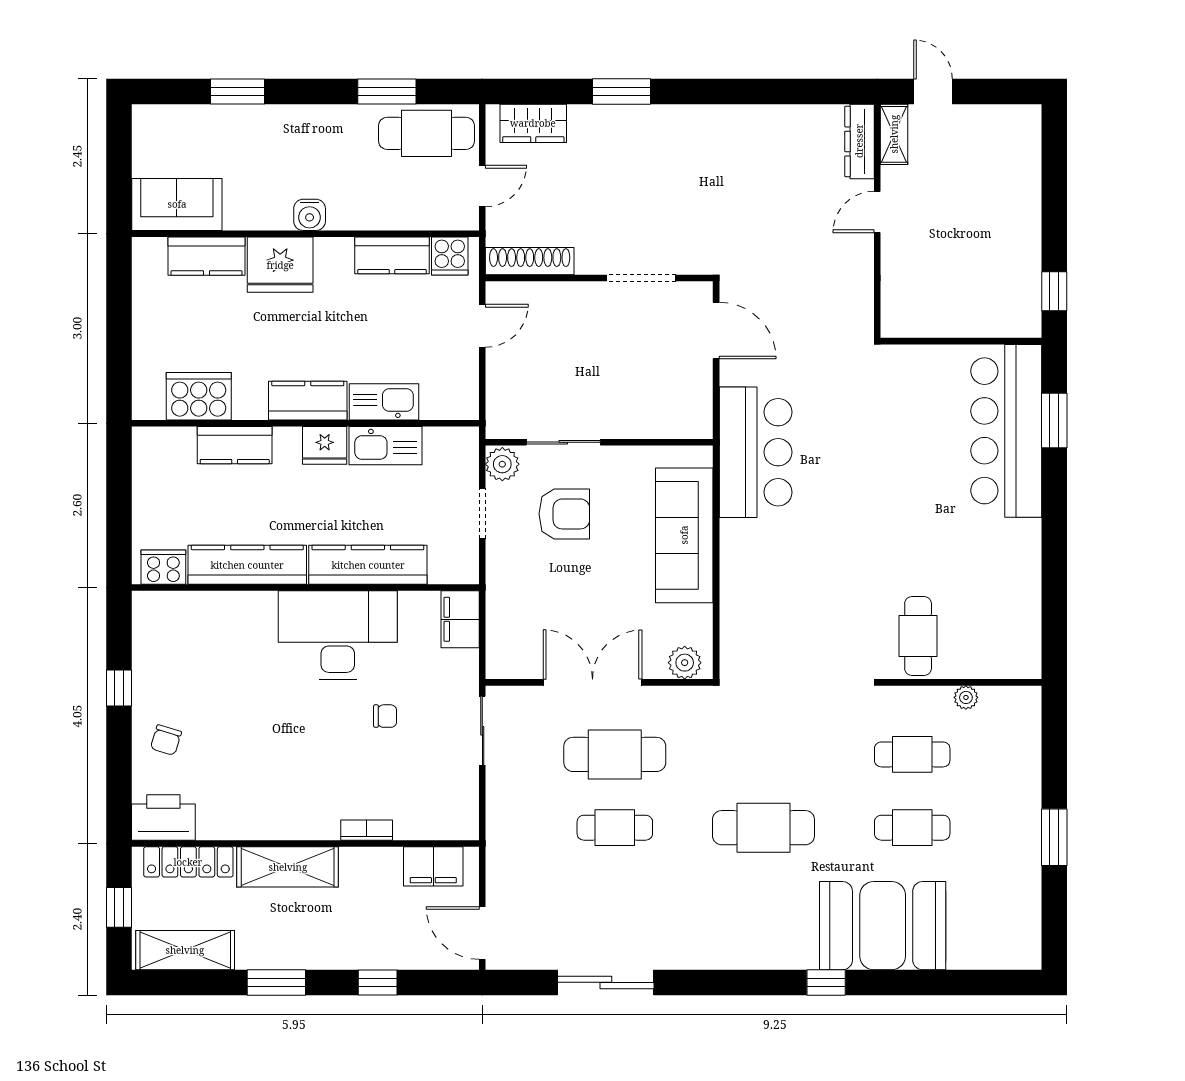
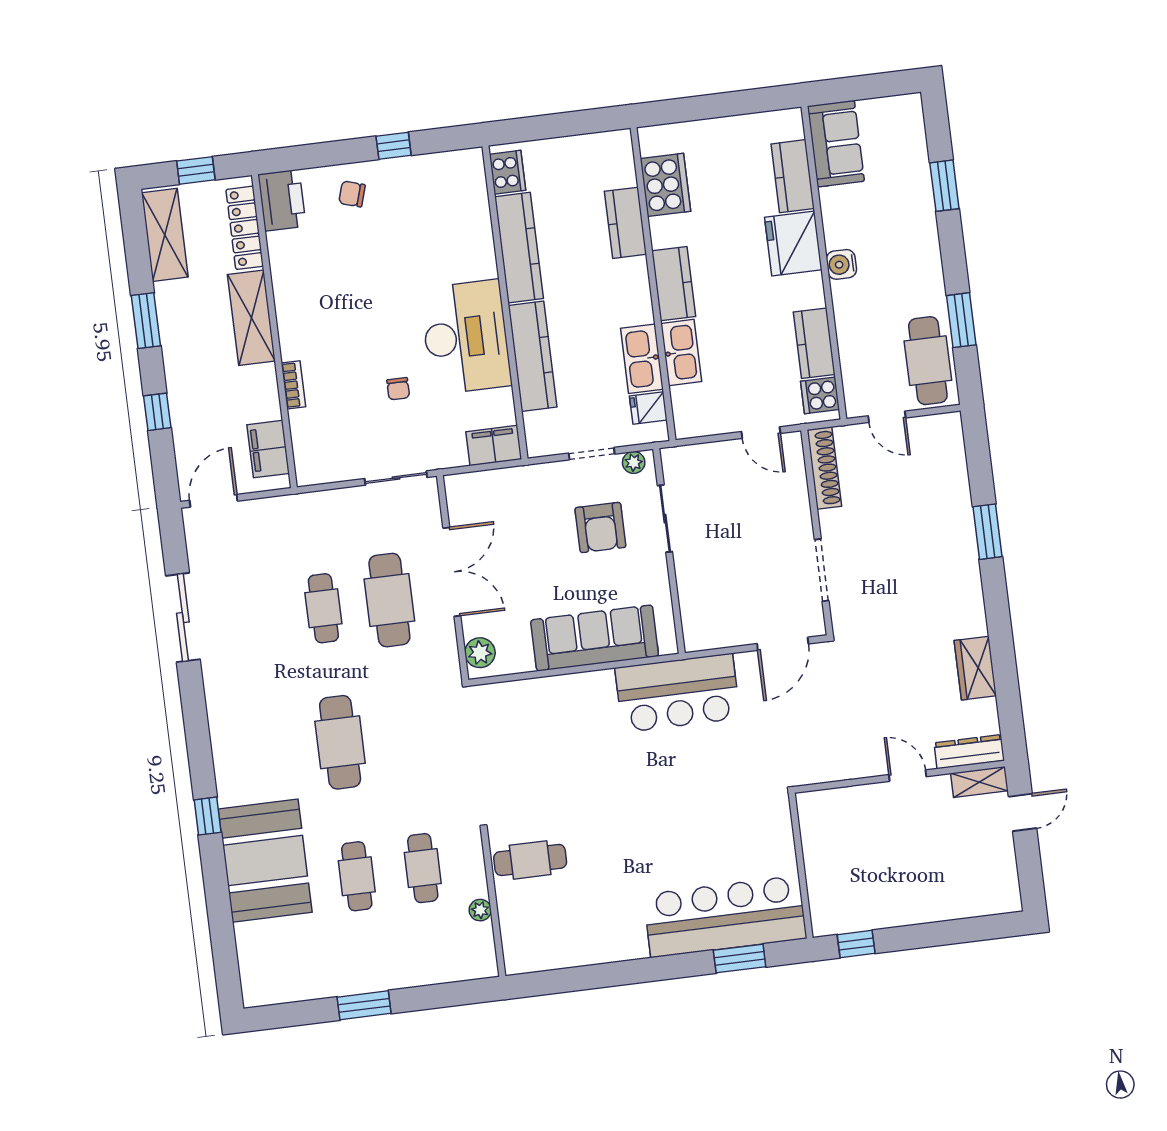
wardrobe: (533, 123) -> (975, 668), moved
fridge: (325, 445) -> (648, 408), moved, width x0.72
plant: (502, 464) -> (634, 462), width x0.73, depth x0.73

